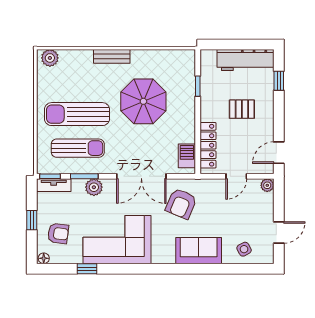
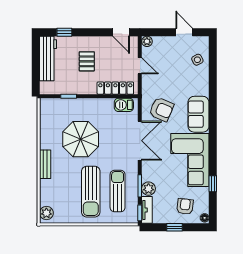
plant: (94, 187) -> (149, 189), moved
sofa: (199, 251) -> (198, 114), moved

